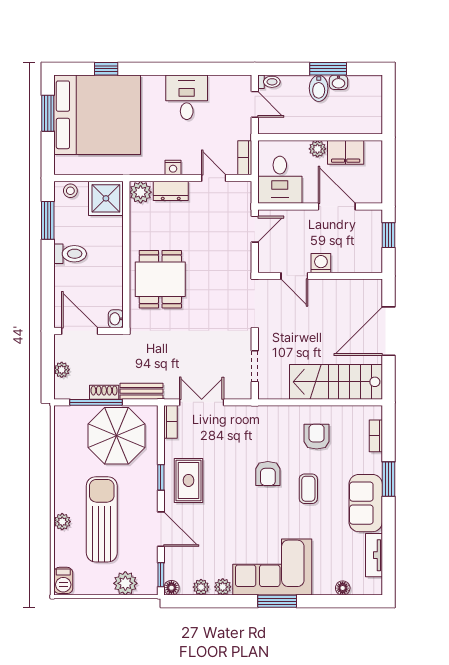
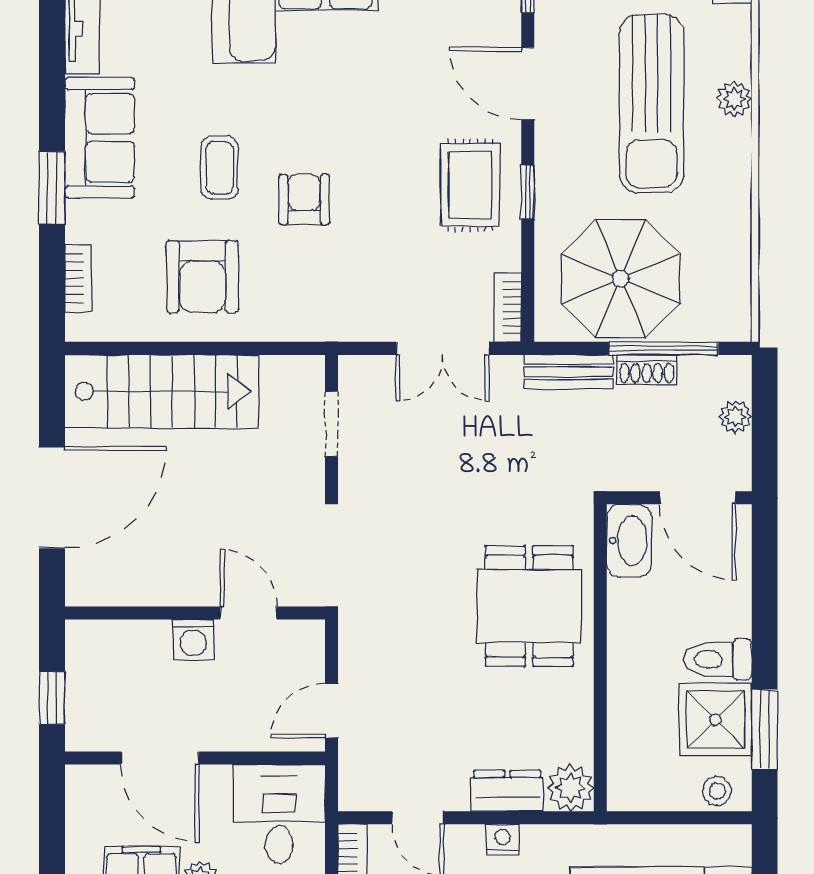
shower: (106, 198) -> (716, 720), moved
washbasin: (116, 319) -> (629, 541), width x1.91, depth x1.45
armchair: (317, 437) -> (202, 277), width x1.38, depth x1.38

